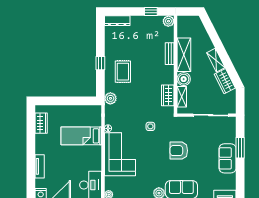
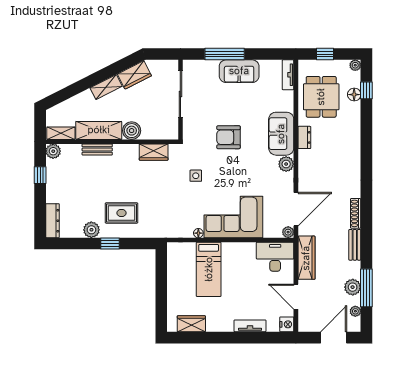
shelving: (182, 97) -> (61, 133), moved
plant: (110, 98) -> (91, 230), moved
window: (240, 148) -> (225, 54), width x1.44
armchair: (179, 151) -> (229, 137), turned 90

